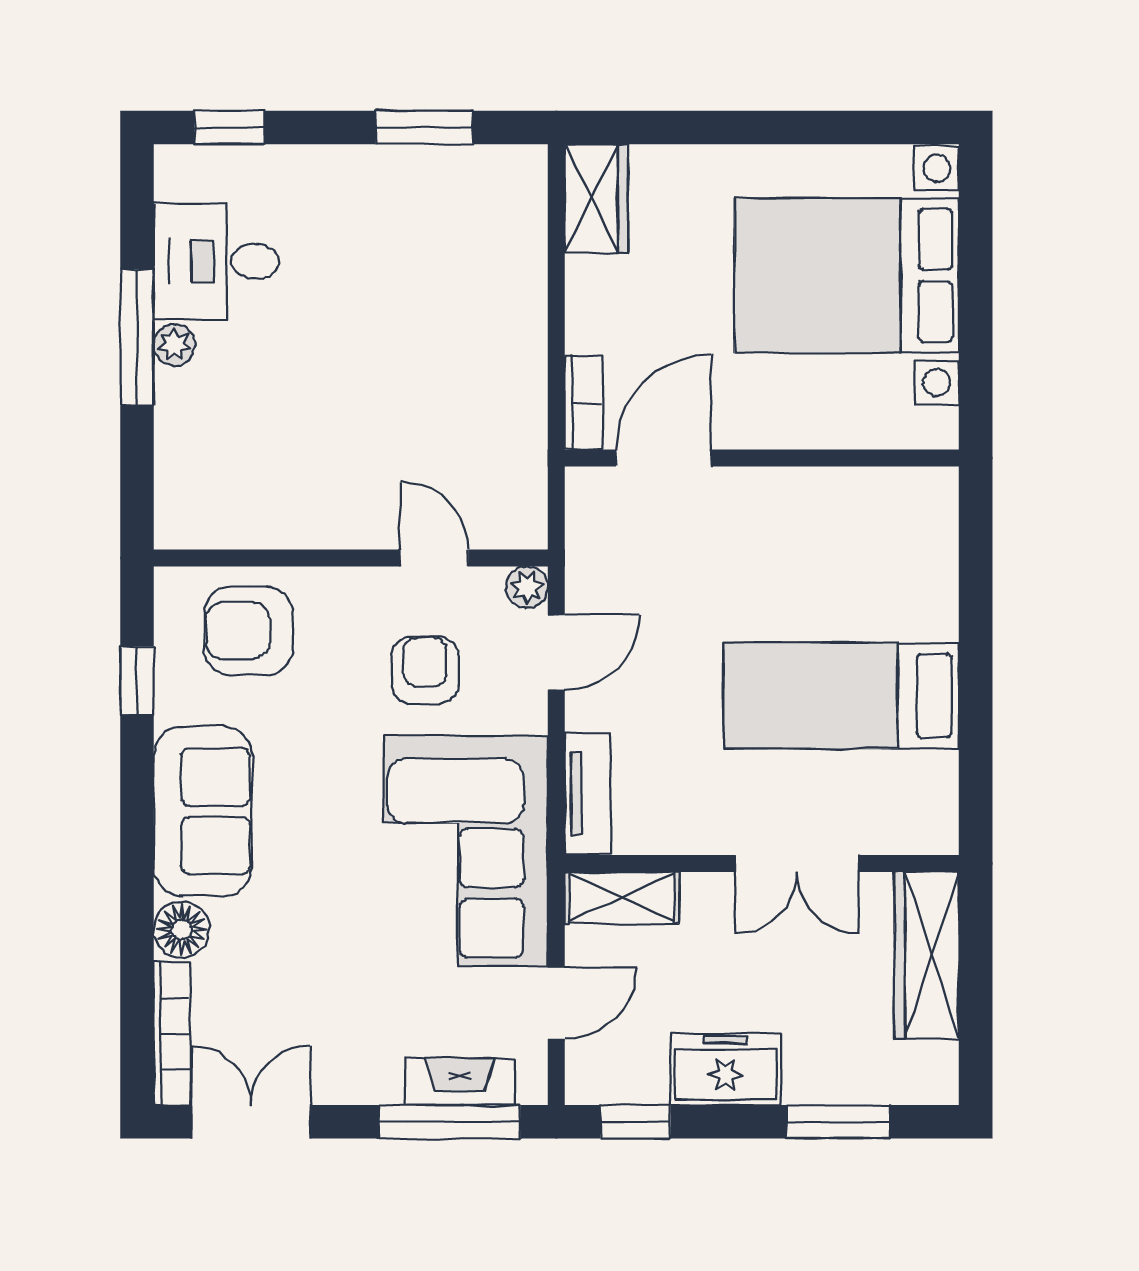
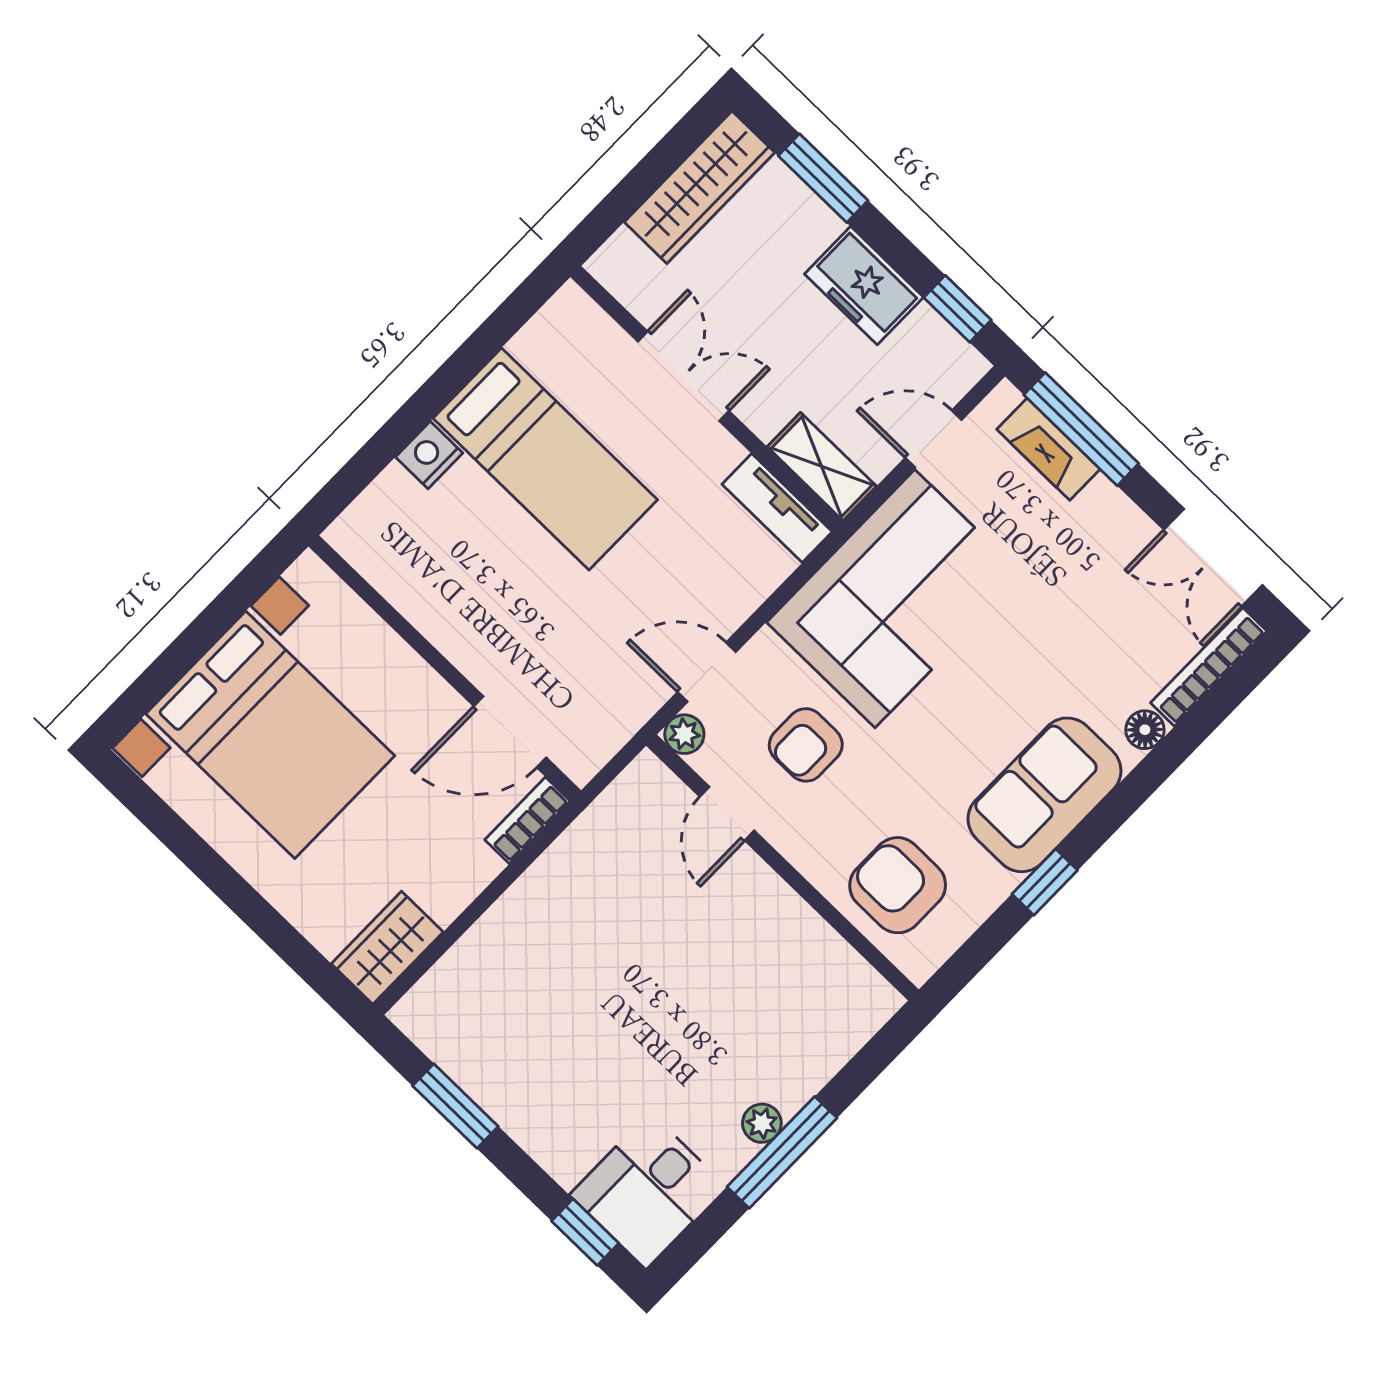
desk: (216, 261) -> (648, 1191), moved, turned 90
nightstand: (934, 611) -> (429, 455), added
armchair: (248, 631) -> (898, 885), turned 180
window: (137, 680) -> (1045, 882), moved
tv unit: (588, 794) -> (777, 508), moved, turned -90
floor lamp: (182, 930) -> (1145, 730), width x0.73, depth x0.73
wardrobe: (927, 955) -> (699, 187), moved

